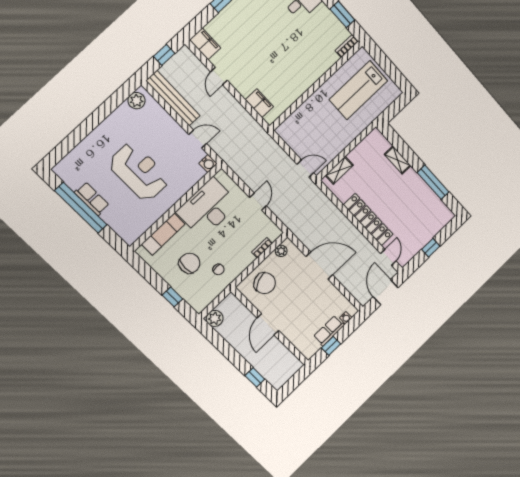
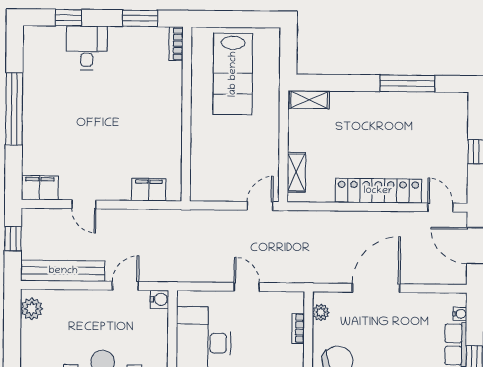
shelving: (398, 160) -> (309, 100), moved

